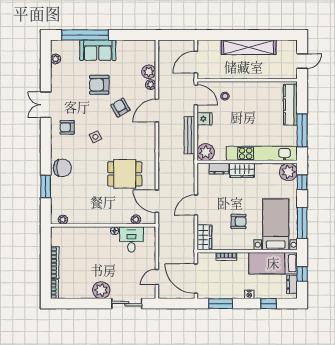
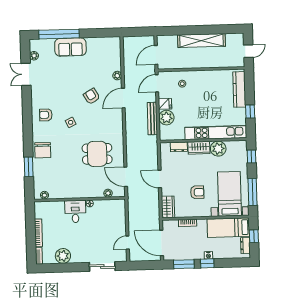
plant: (149, 72) -> (115, 64), removed
armchair: (99, 85) -> (73, 77), removed
door: (196, 95) -> (157, 83), swing flipped
double door: (46, 105) -> (26, 74), moved
window: (302, 130) -> (250, 112), width x0.46
plant: (206, 152) -> (166, 118), moved
chair: (62, 168) -> (43, 150), turned 90
plant: (288, 172) -> (218, 149), moved
door: (196, 205) -> (160, 179), hinge flipped
desk: (131, 239) -> (75, 212), moved
plant: (101, 290) -> (63, 256), moved
window: (269, 304) -> (207, 263), moved

